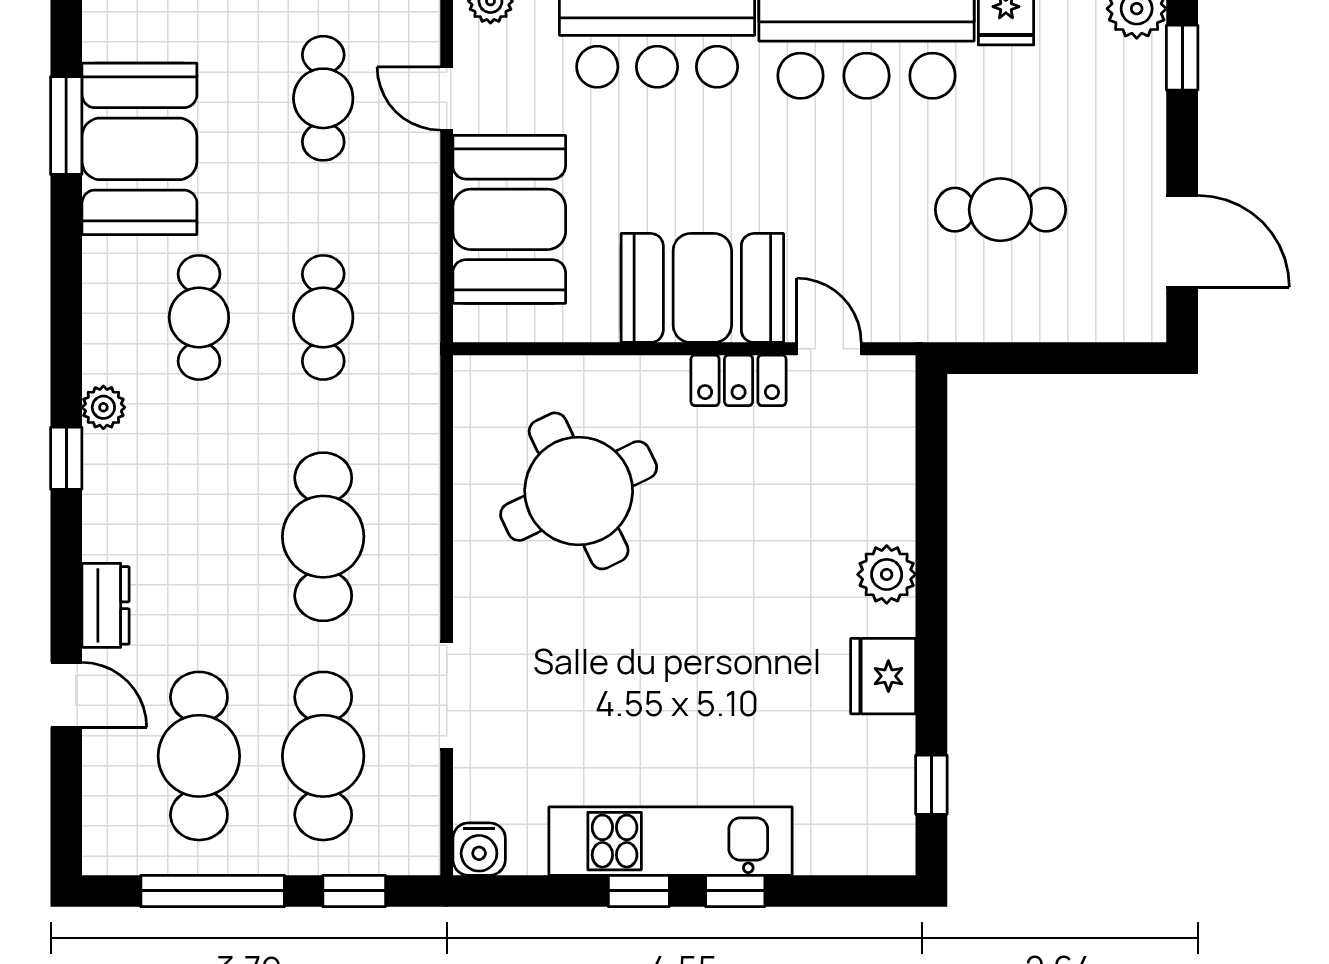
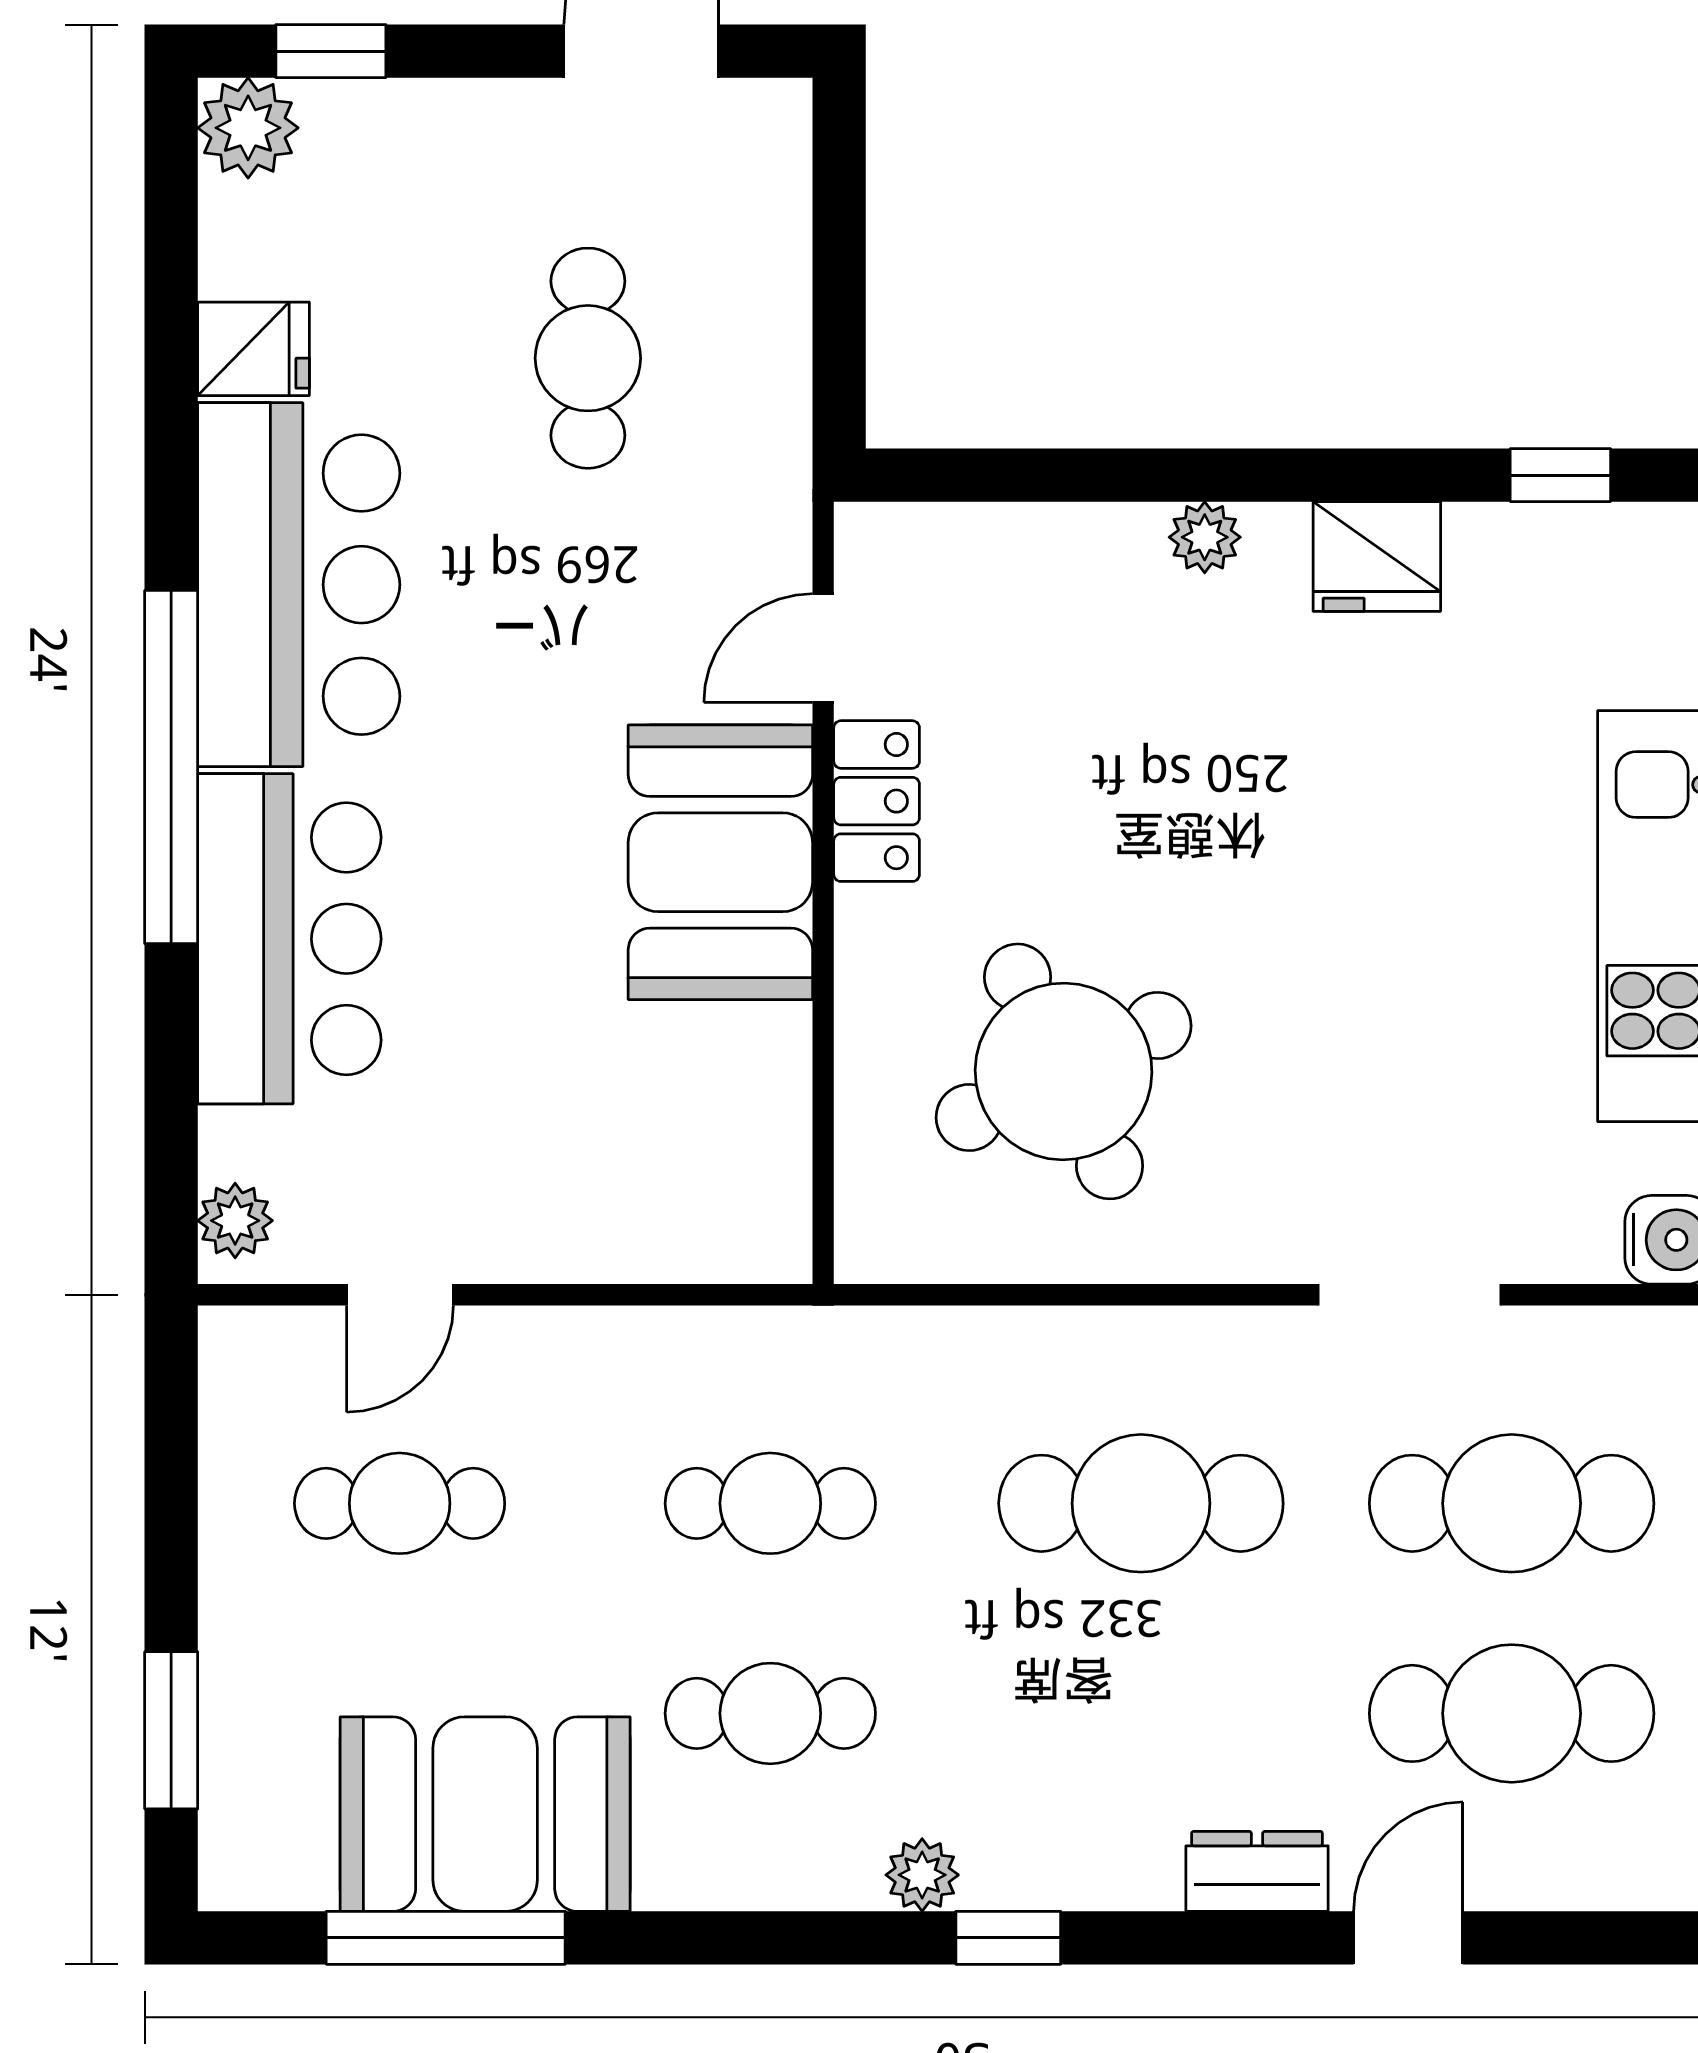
window: (66, 126) -> (446, 1938), width x1.44
booth: (509, 219) -> (604, 1189), removed
plant: (887, 574) -> (1205, 537), width x0.73, depth x0.73

